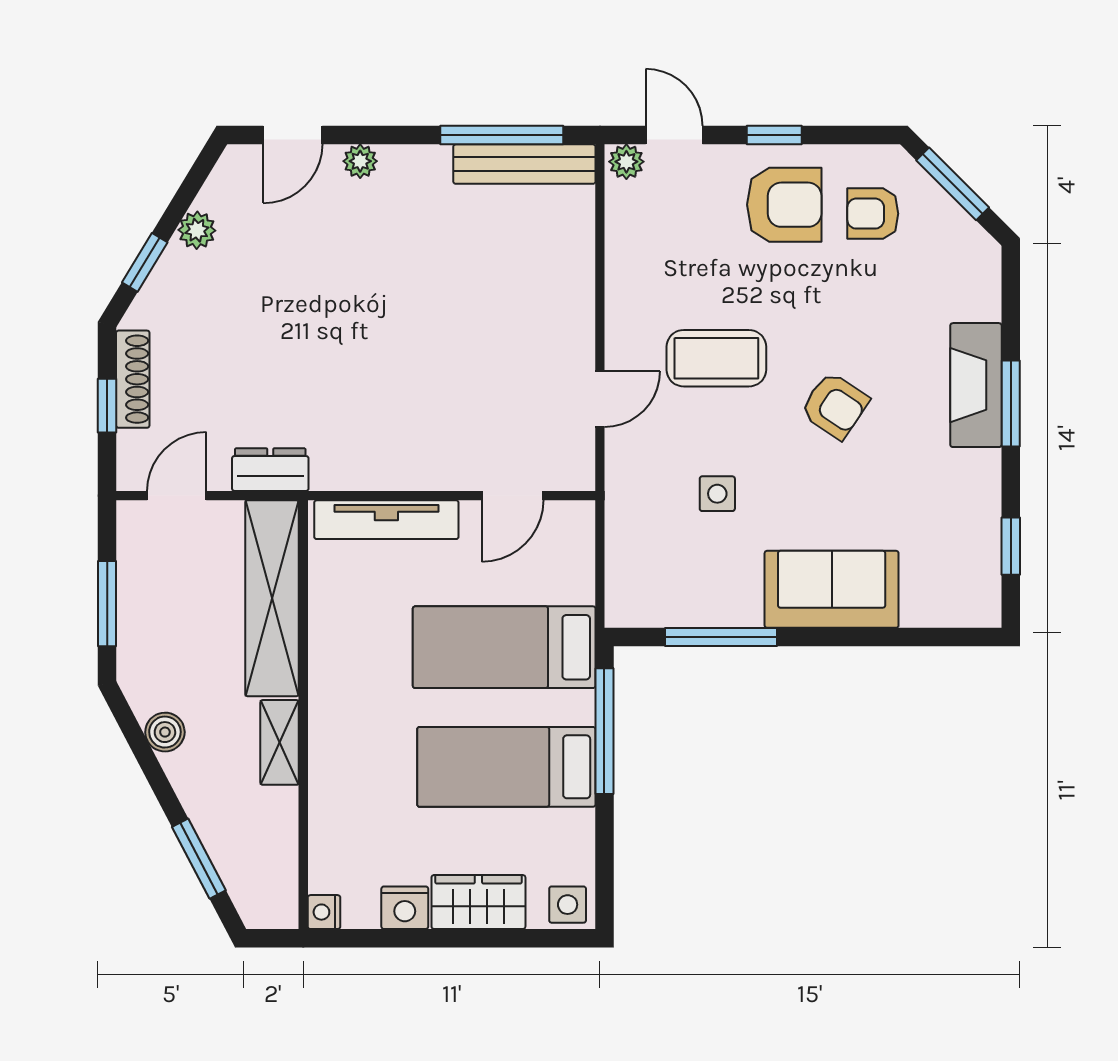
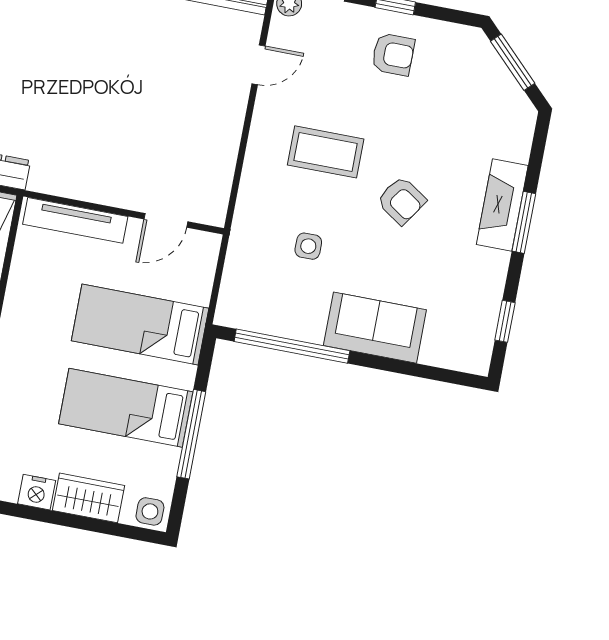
armchair: (784, 205) -> (393, 54), width x0.72, depth x0.72
armchair: (873, 214) -> (453, 72), removed
door: (600, 399) -> (258, 65), moved
window: (721, 637) -> (292, 346), width x1.46
window: (604, 731) -> (191, 434), moved

